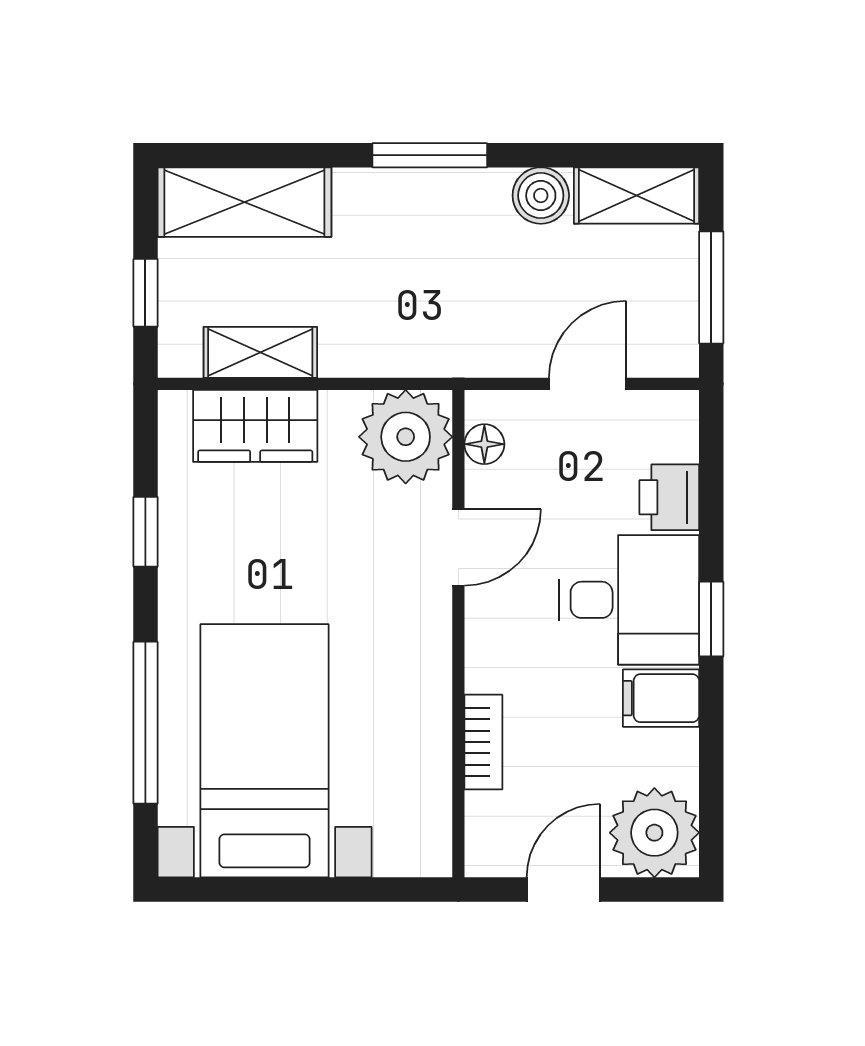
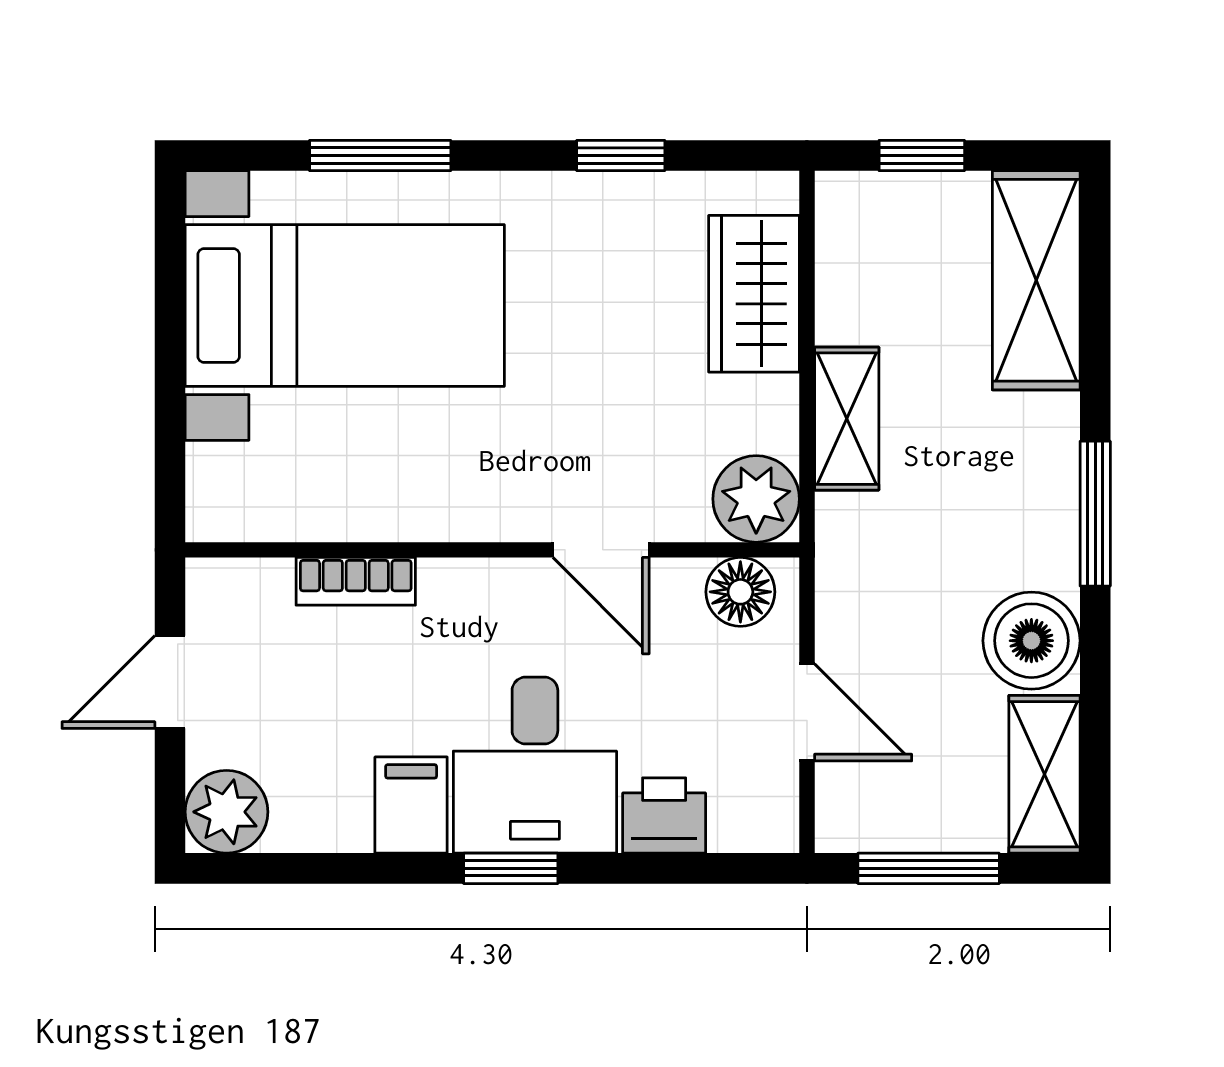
boiler: (541, 196) -> (1031, 641), width x1.36, depth x1.36
shelving: (260, 352) -> (847, 419), moved
plant: (406, 437) -> (756, 499), width x0.73, depth x0.73
floor lamp: (484, 444) -> (740, 592), width x1.37, depth x1.37
window: (145, 723) -> (380, 155), width x0.69
plant: (654, 833) -> (226, 812), width x0.73, depth x0.73
door: (563, 890) -> (170, 682), swing flipped

